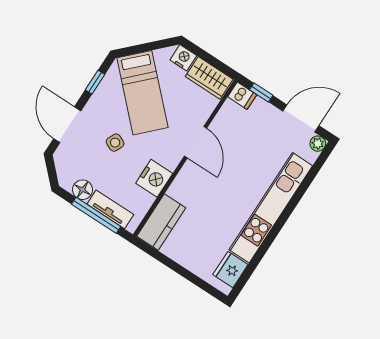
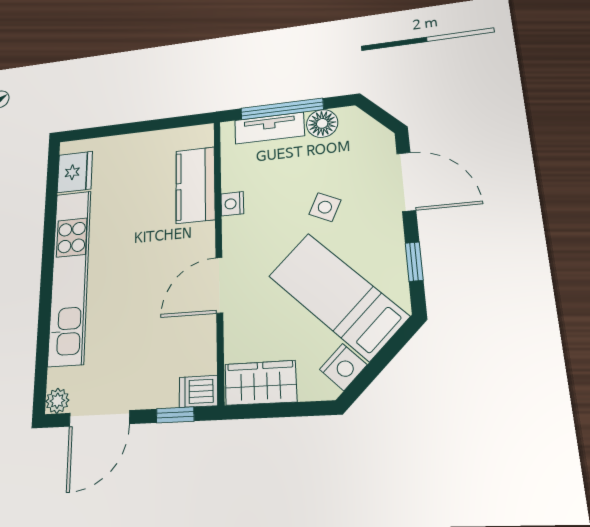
nightstand: (183, 58) -> (343, 367), moved, turned -45
door: (196, 142) -> (219, 285), hinge flipped
nightstand: (154, 178) -> (232, 204), width x0.53, depth x0.56
kitchen counter: (161, 222) -> (195, 185), moved

